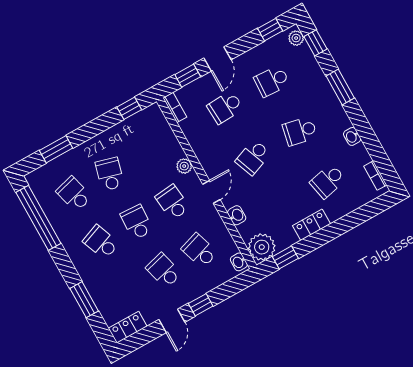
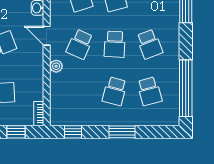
window: (56, 149) -> (122, 132), moved
door: (211, 192) -> (47, 36), hinge flipped
school desk: (172, 202) -> (80, 44), turned 30

